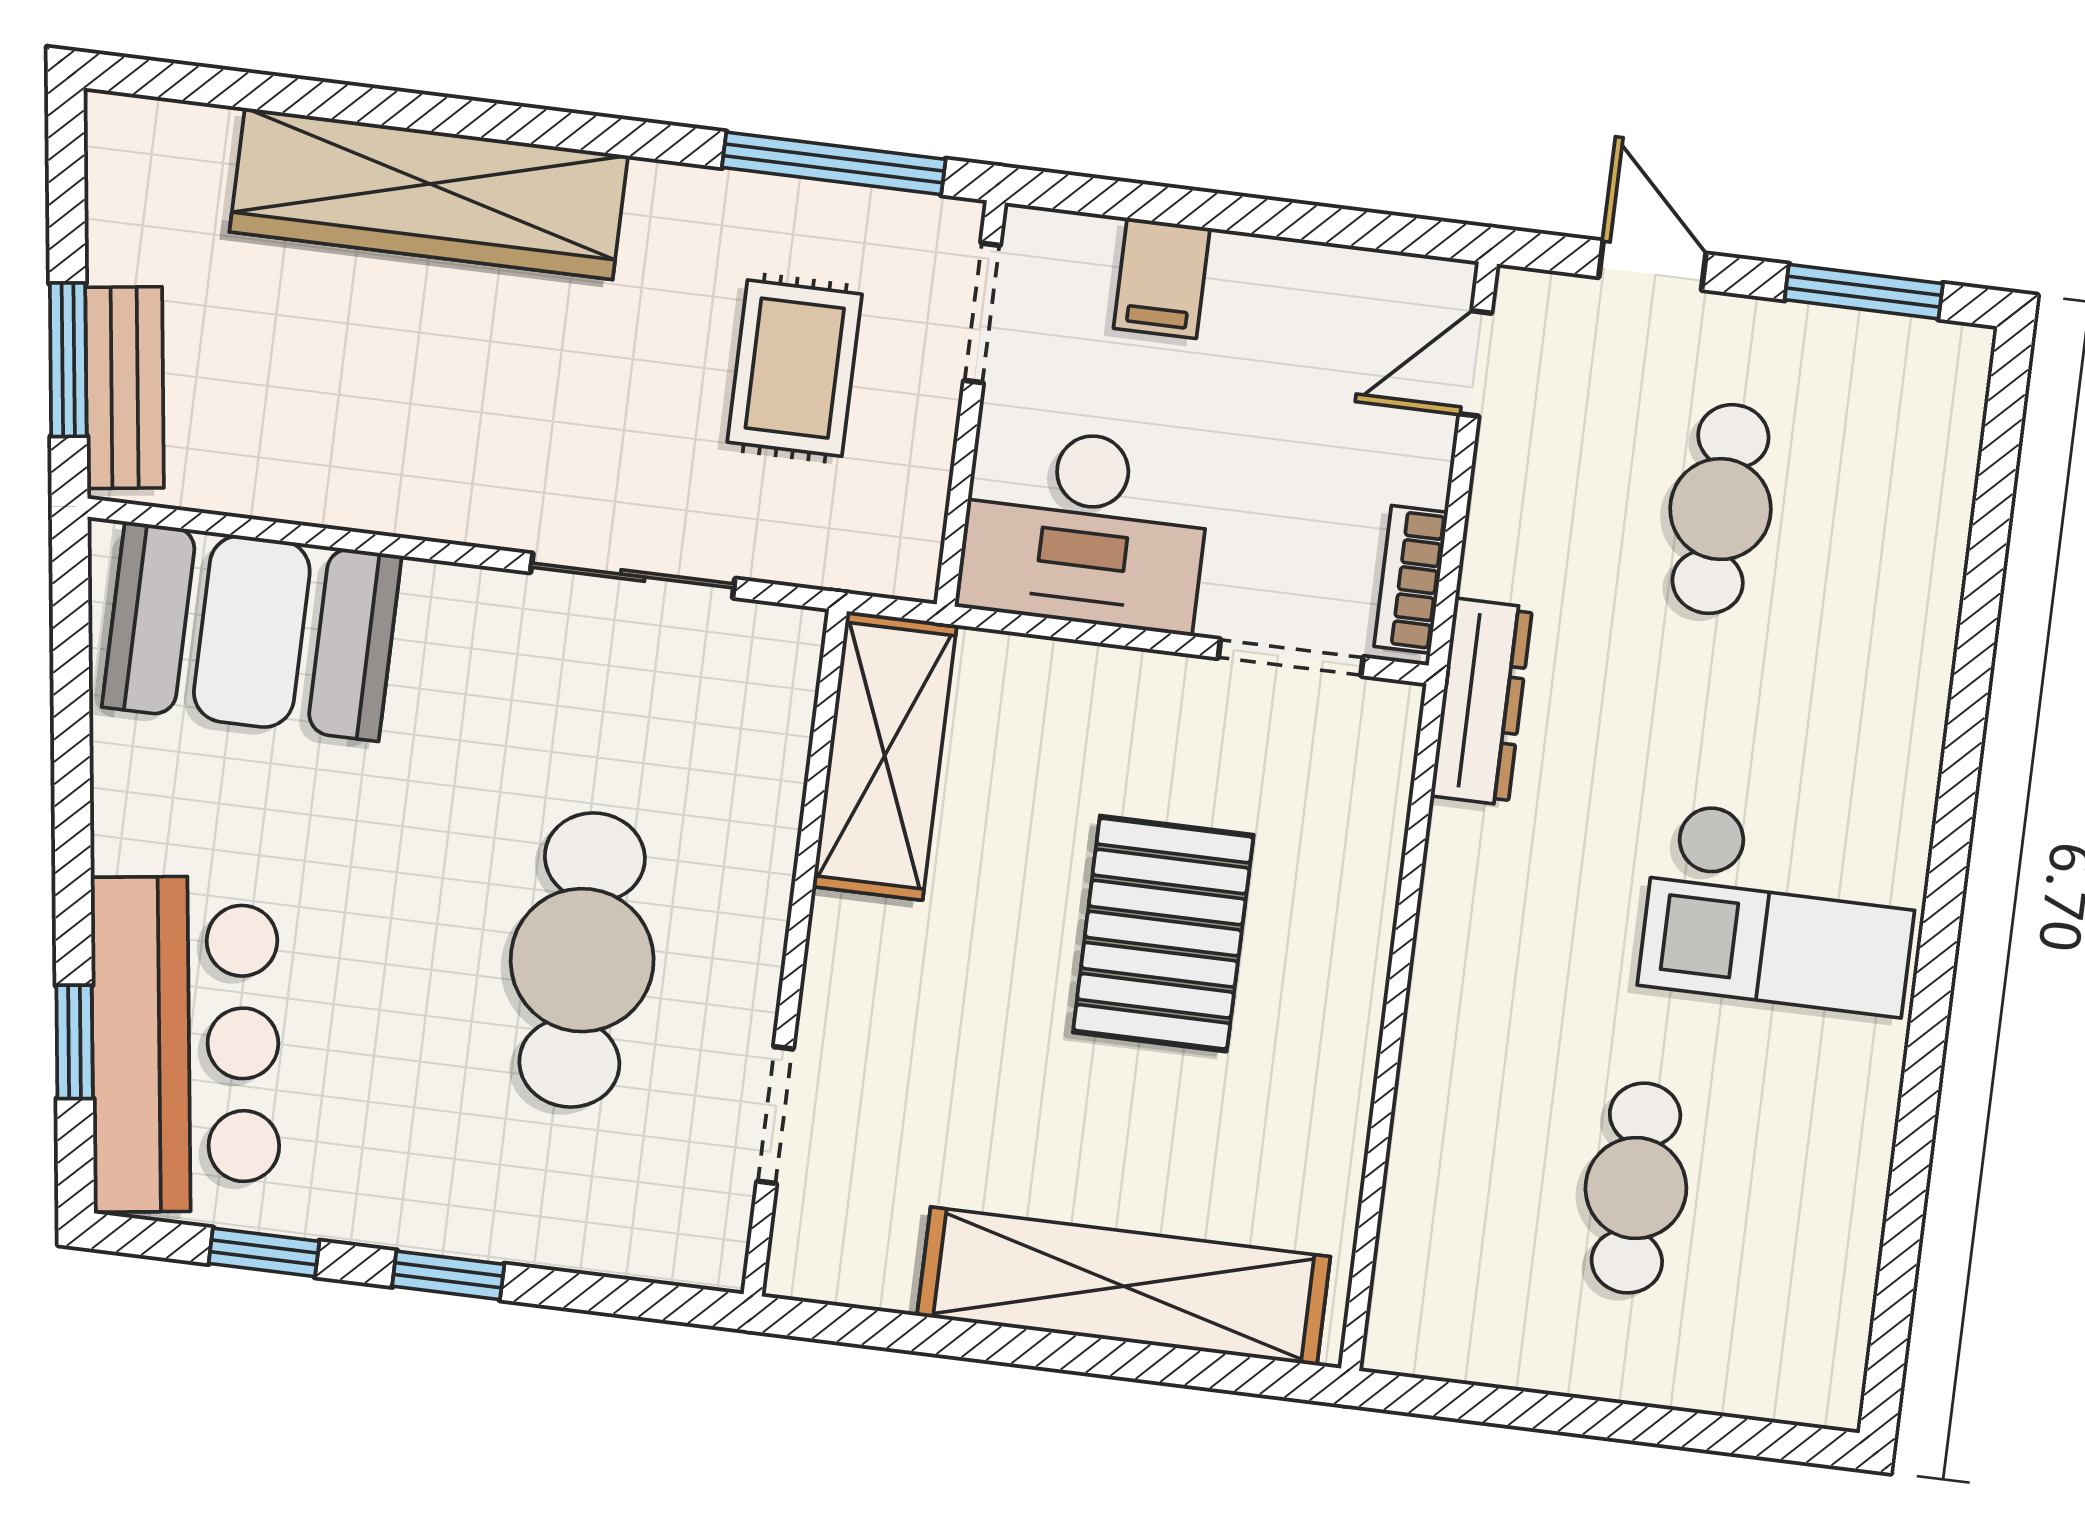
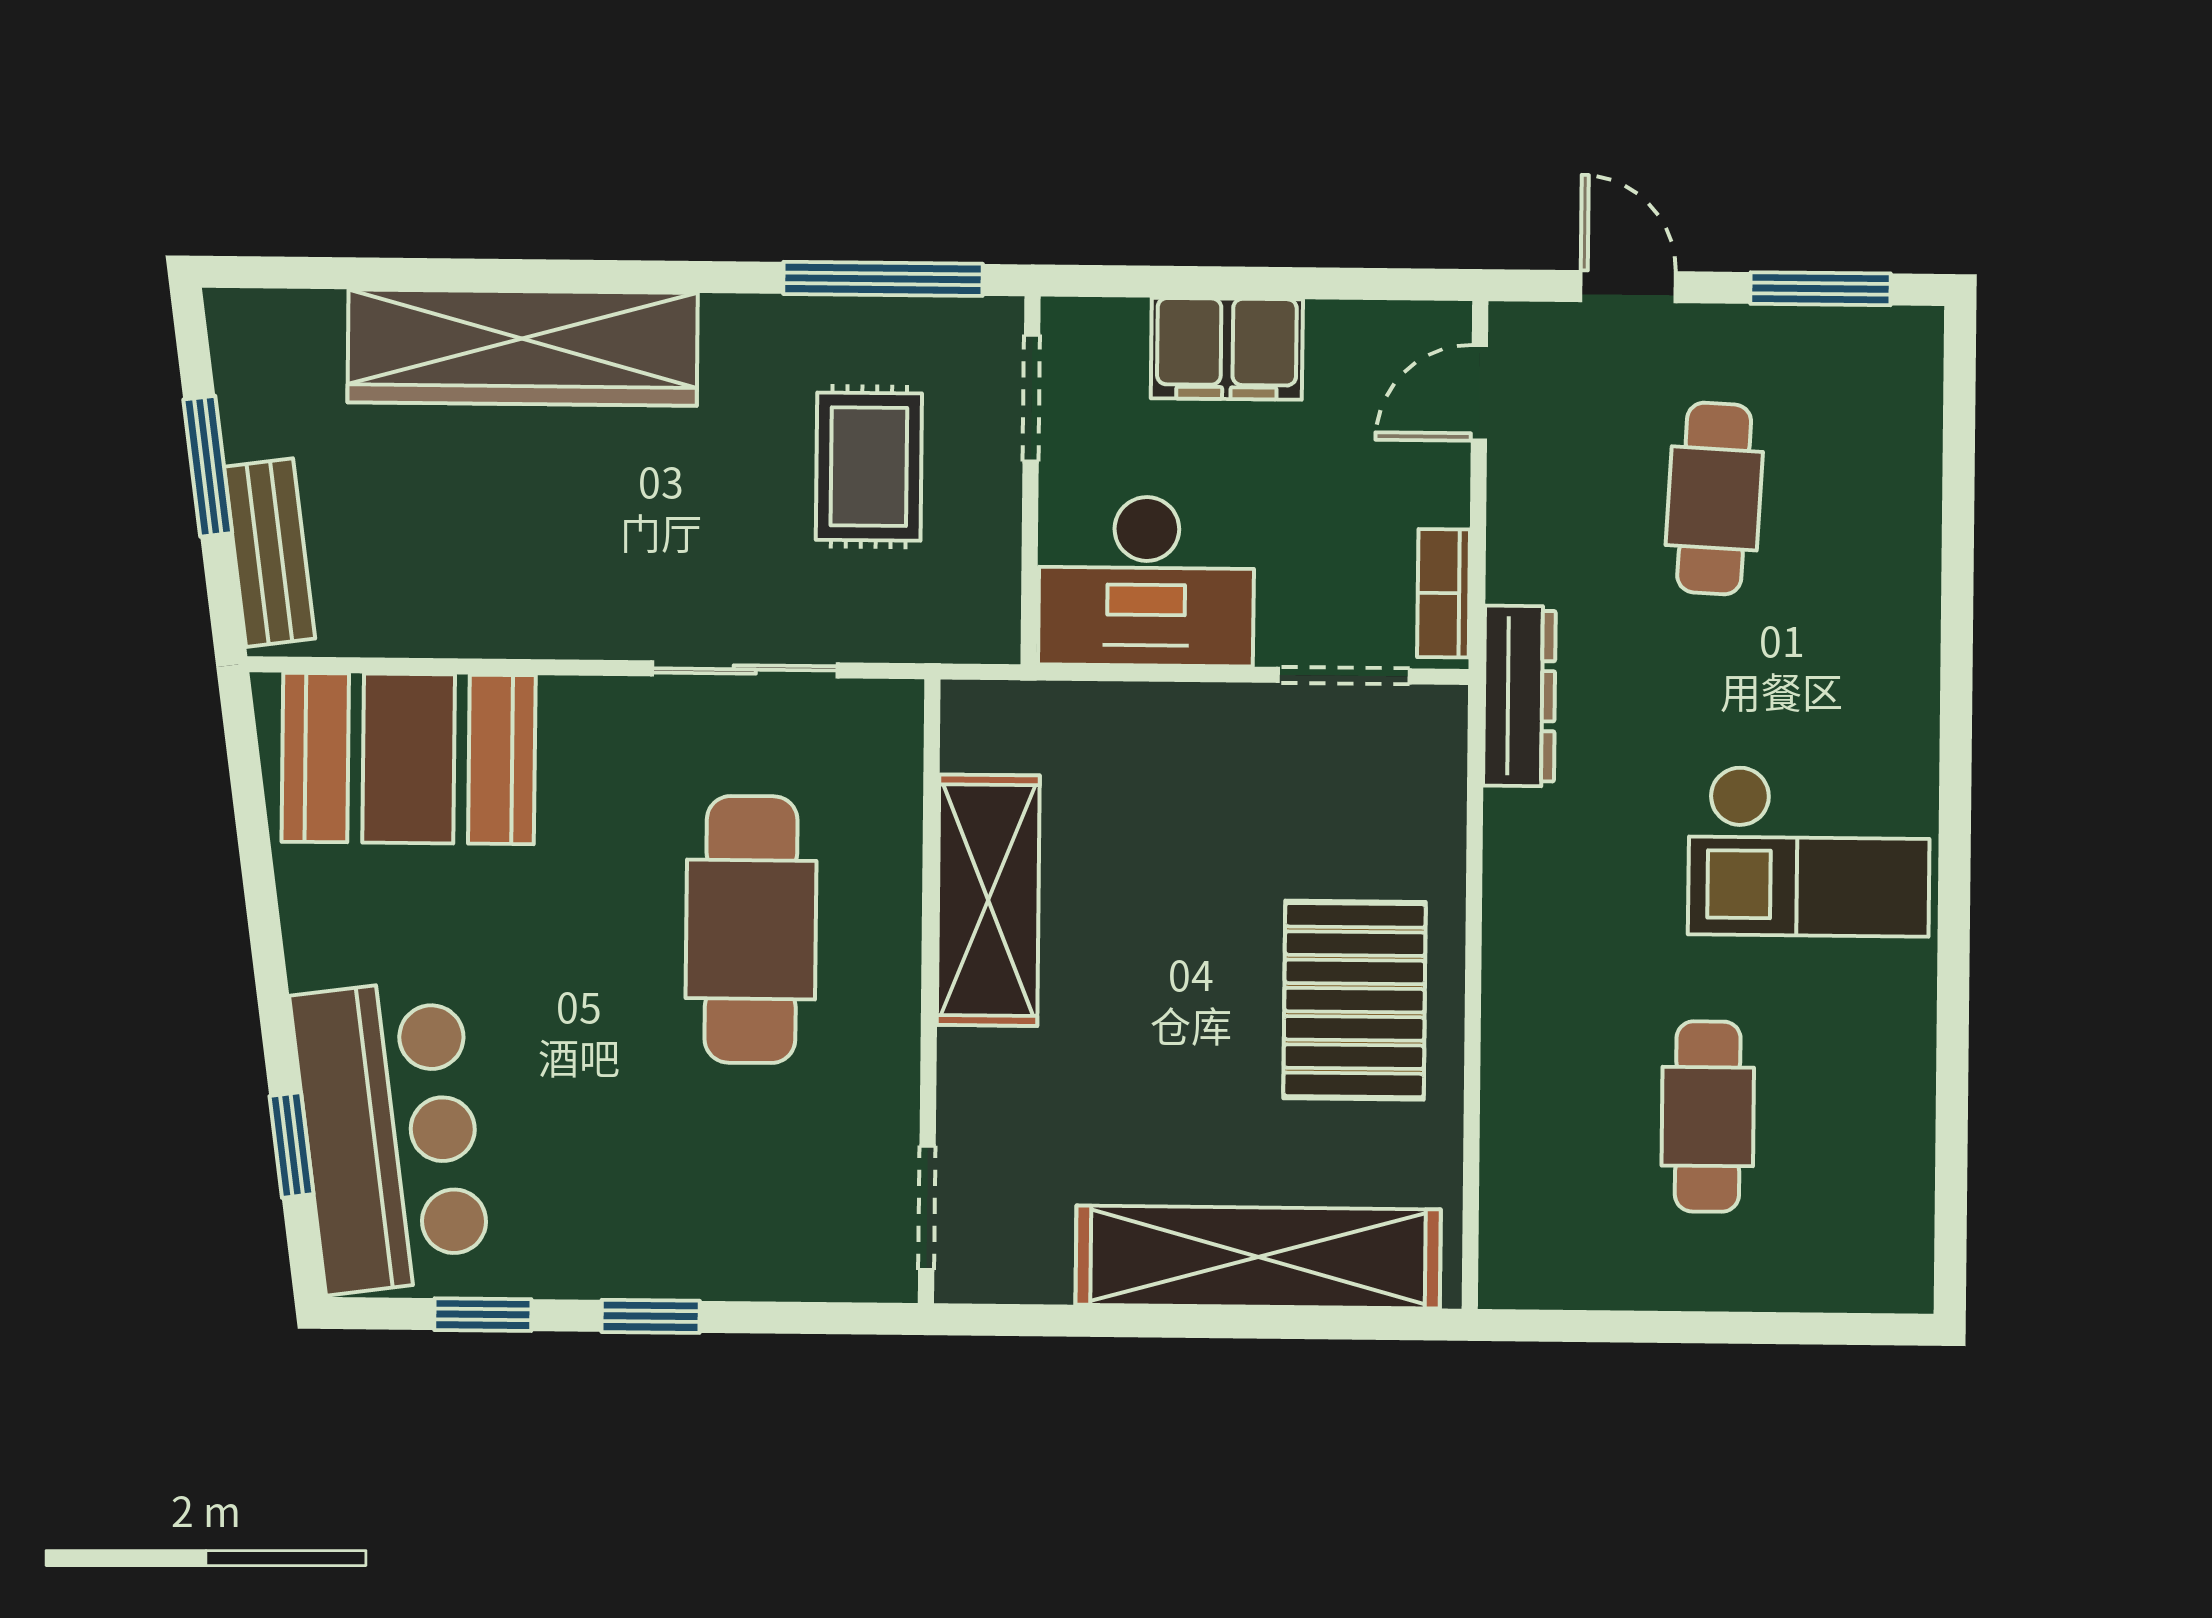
filing cabinet: (1162, 278) -> (1227, 349), width x2.00
window: (68, 360) -> (208, 466), moved
shelving: (885, 756) -> (988, 900), moved
pallet: (1163, 934) -> (1355, 1000), moved
cafe table: (582, 960) -> (751, 930), moved
doorway: (775, 1115) -> (927, 1208), moved

